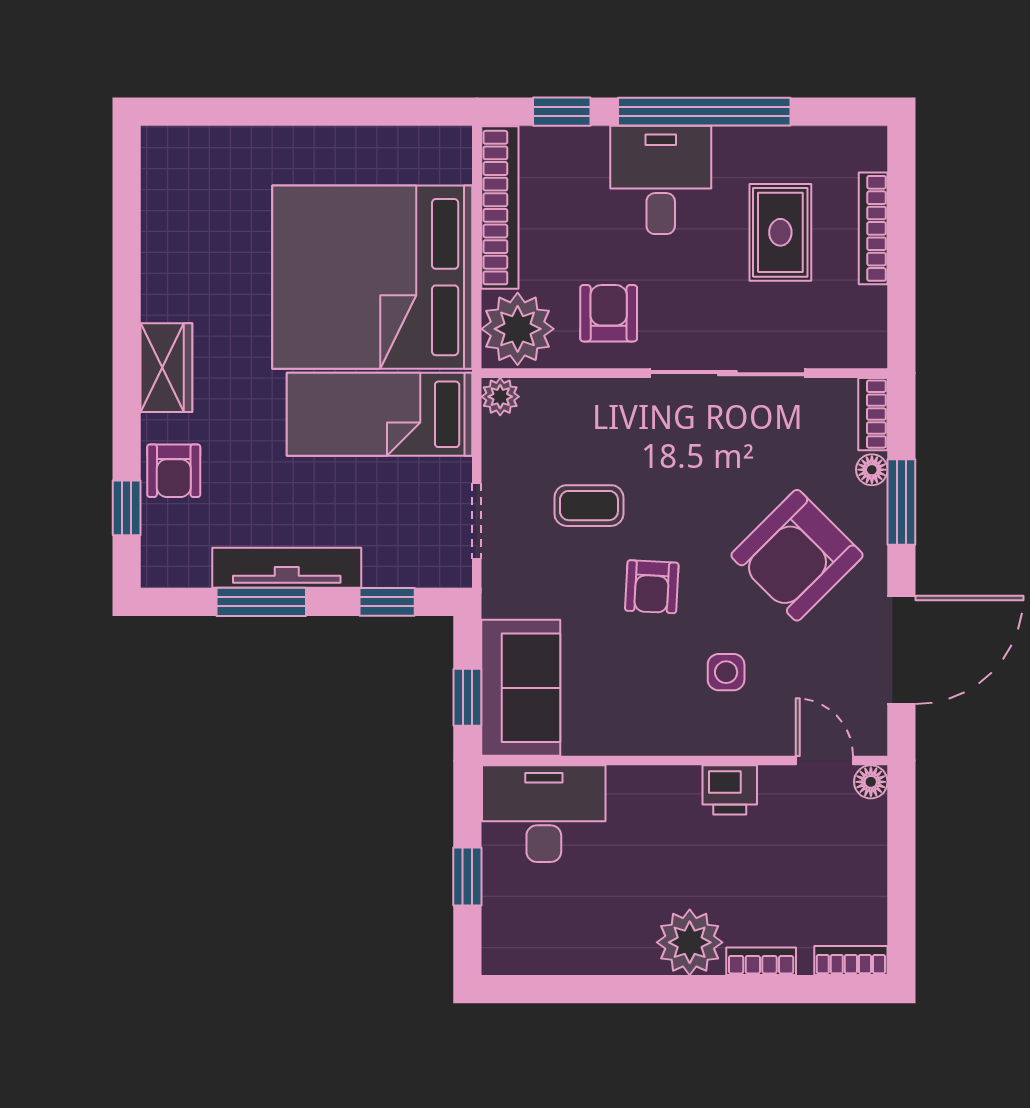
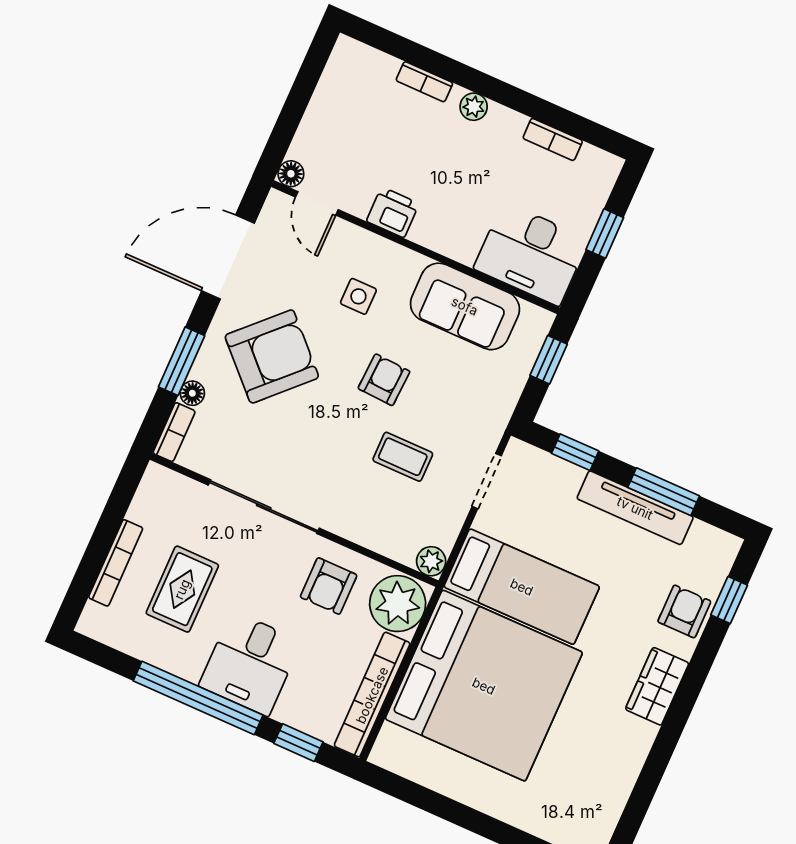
sofa: (521, 688) -> (465, 306), moved, turned -90
plant: (690, 942) -> (474, 107), width x0.53, depth x0.53
bookcase: (851, 961) -> (553, 139), moved

